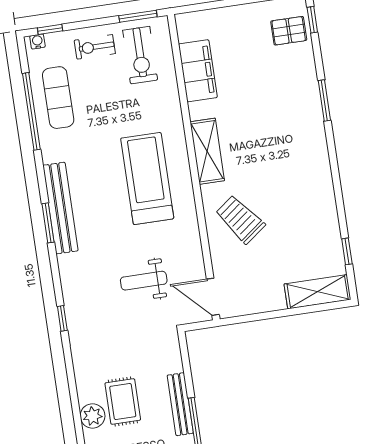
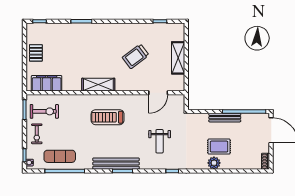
pallet: (289, 31) -> (36, 53), moved
filing cabinet: (198, 71) -> (47, 83), moved
treadmill: (147, 178) -> (108, 117), width x0.73, depth x0.73
trolley: (240, 219) -> (136, 56), moved
weight bench: (144, 281) -> (160, 141), moved
shelving: (318, 292) -> (178, 58), moved
door: (213, 297) -> (158, 93), moved
plant: (93, 416) -> (214, 163), moved

